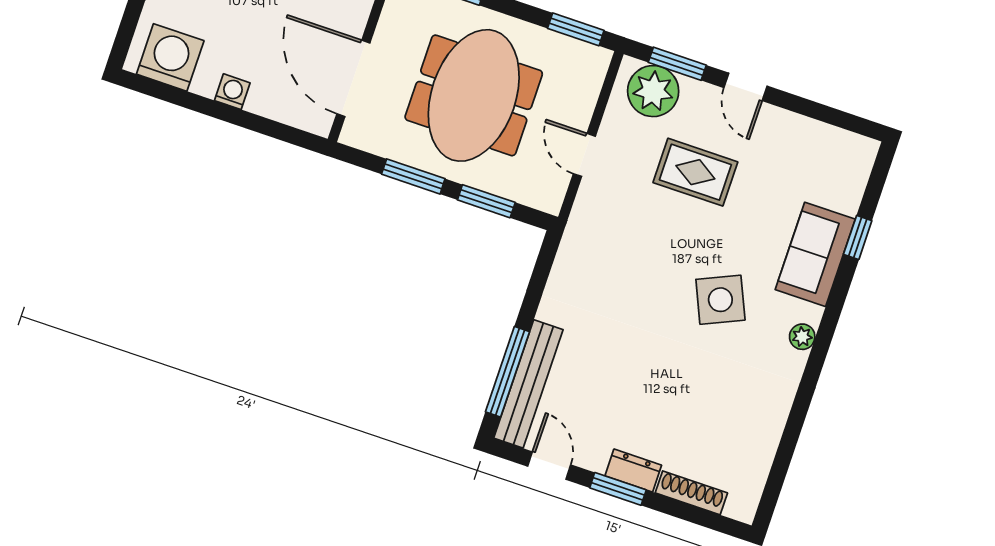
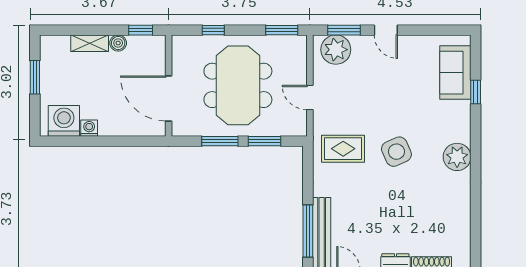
washing machine: (232, 92) -> (89, 128), moved
rug: (695, 172) -> (343, 149), moved
sofa: (815, 254) -> (455, 73), moved
side table: (720, 300) -> (396, 152), moved
plant: (802, 337) -> (457, 157), width x1.88, depth x1.88

